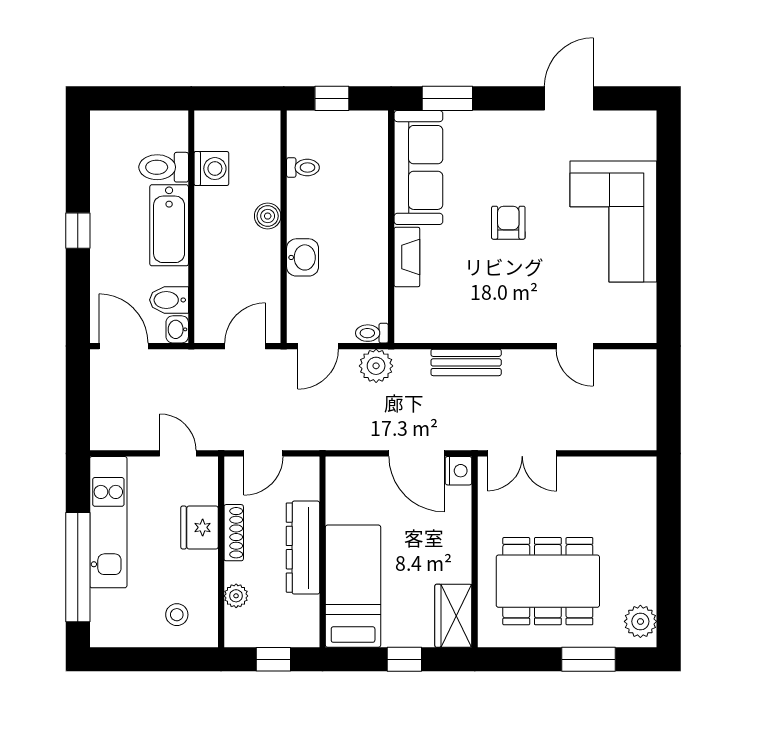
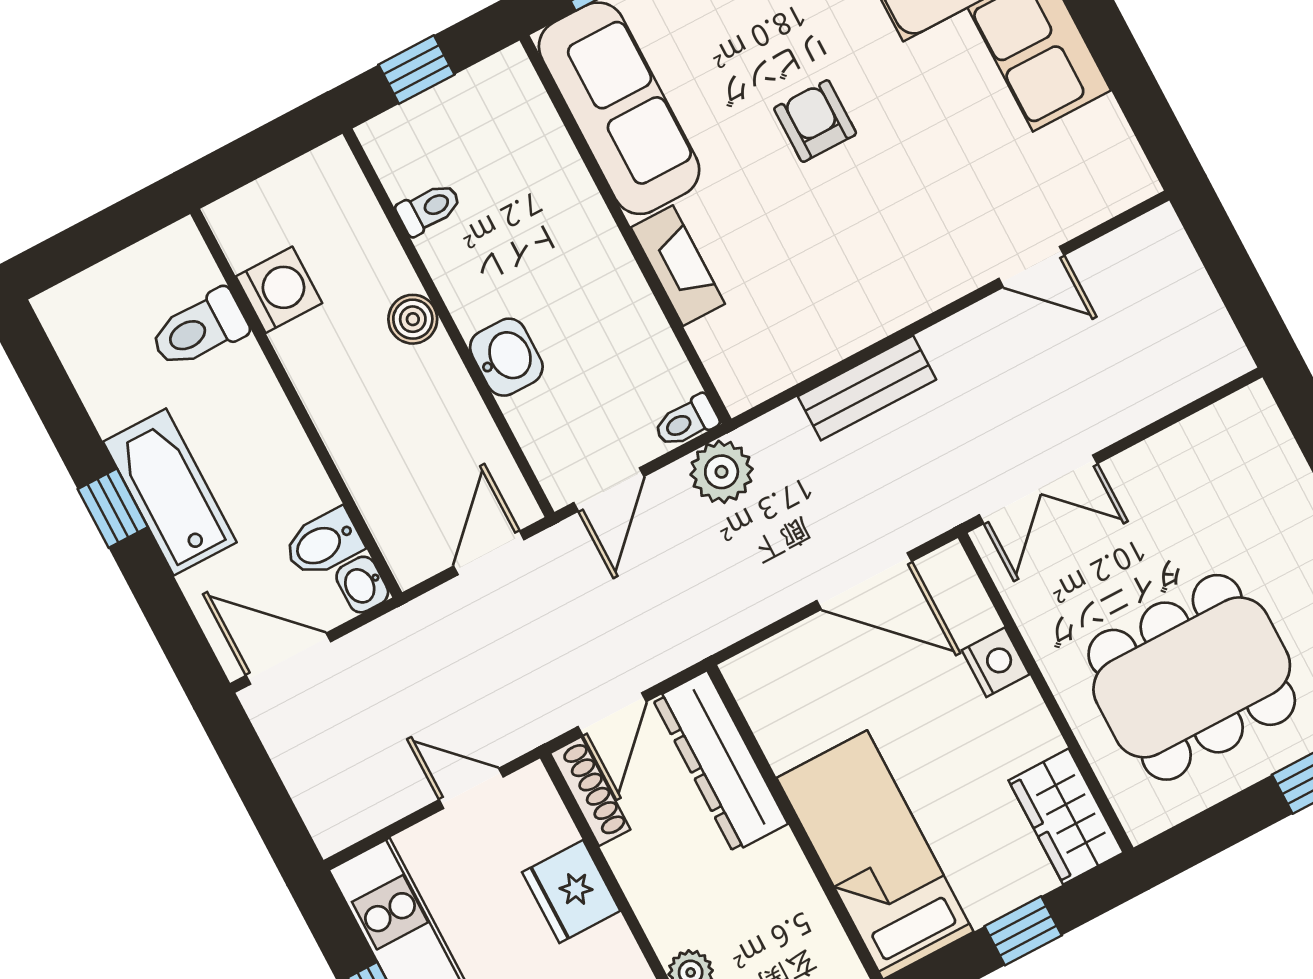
bathtub: (169, 225) -> (170, 492), moved, turned 180
nightstand: (459, 471) -> (996, 662), moved
shoe rack: (234, 533) -> (590, 791), moved
dresser: (303, 548) -> (720, 761), moved

